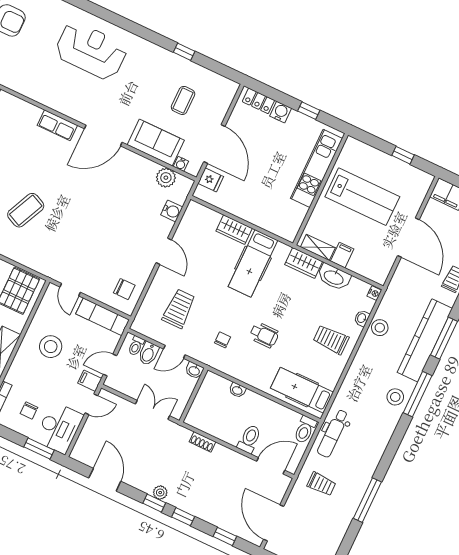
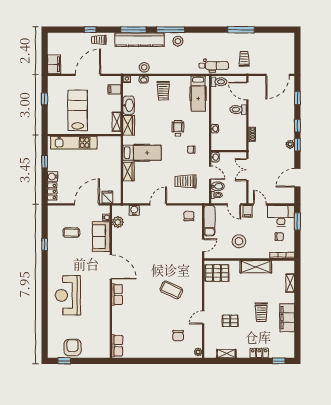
filing cabinet: (342, 255) -> (114, 89), moved

